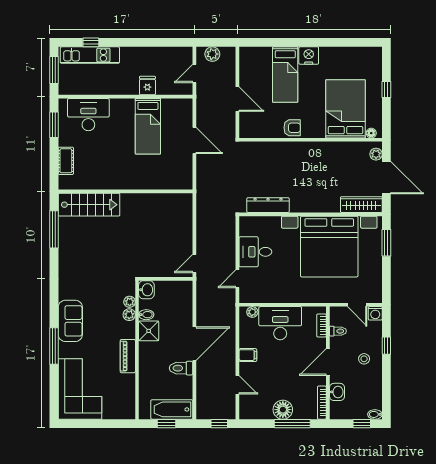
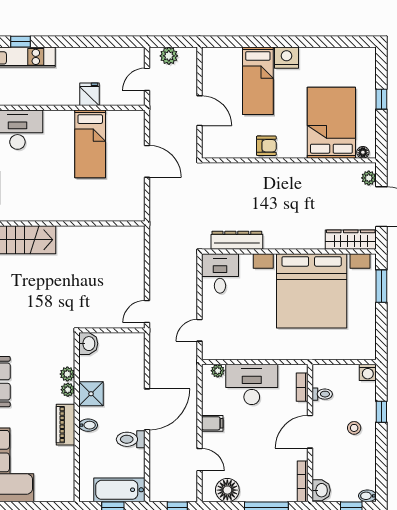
desk: (255, 252) -> (220, 273), moved, turned 90
plant: (130, 302) -> (68, 390), moved
door: (357, 305) -> (346, 362), removed
bidet: (146, 315) -> (88, 425), moved
washbasin: (337, 392) -> (321, 490), moved
floor lamp: (283, 410) -> (227, 490), moved

